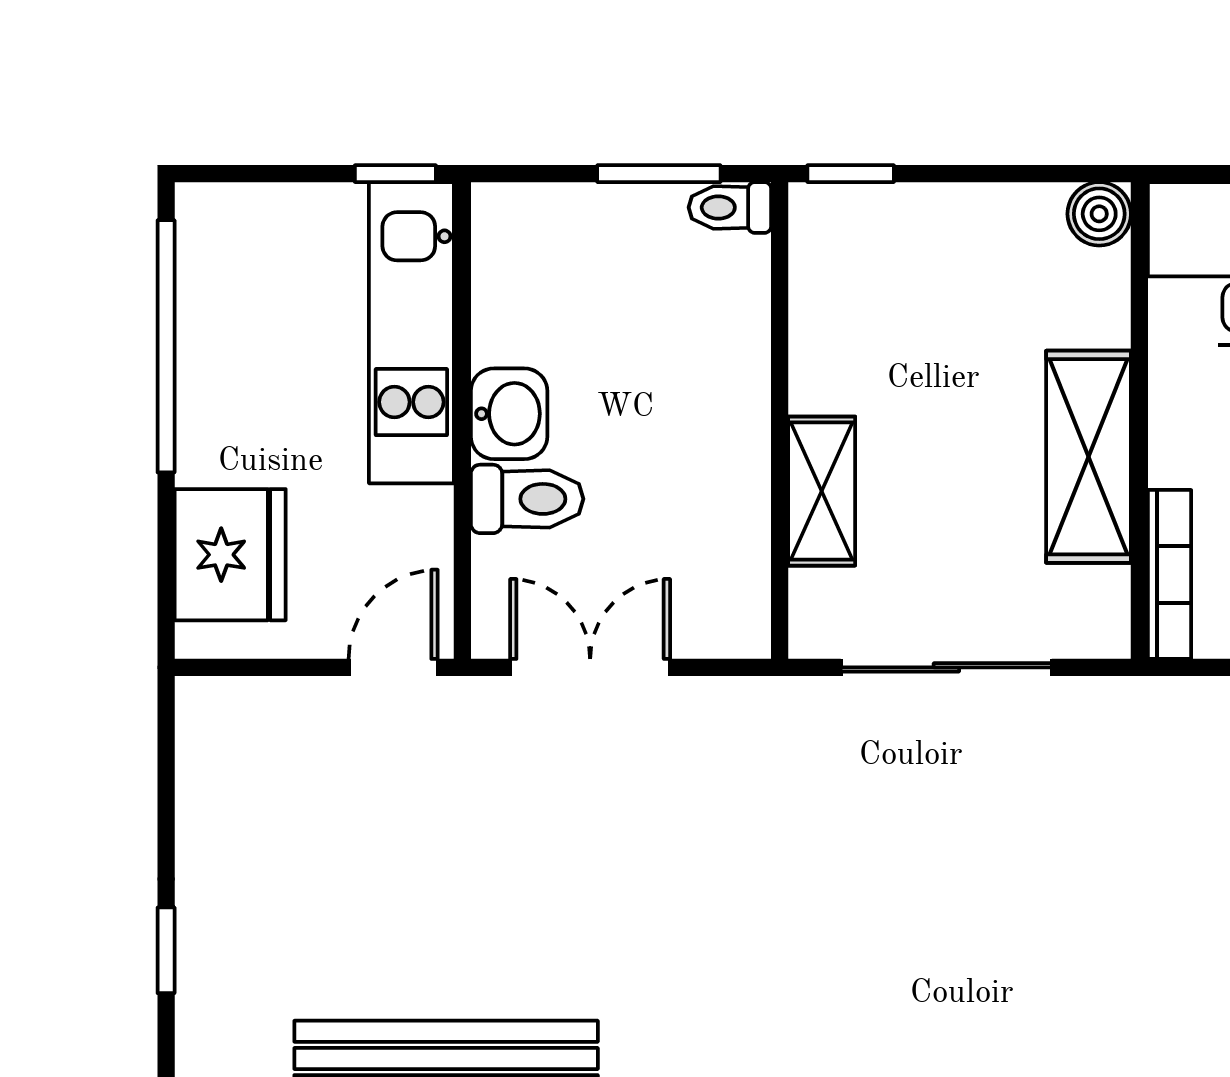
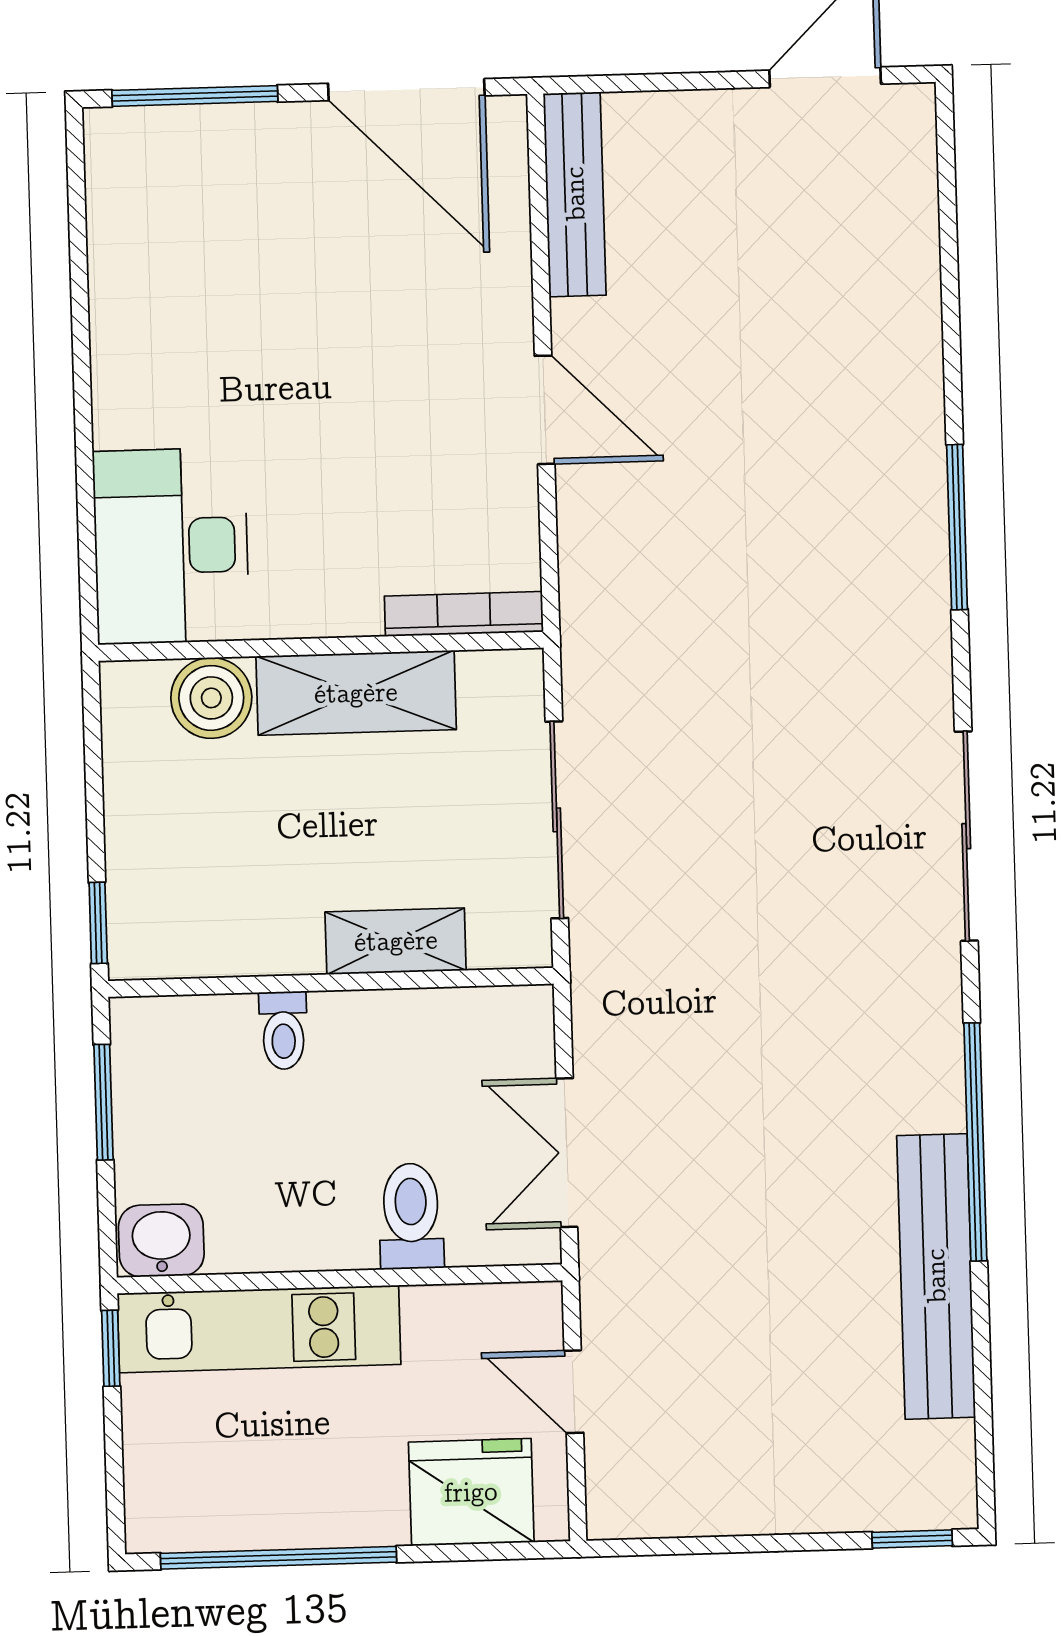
toilet: (730, 207) -> (283, 1030), moved
boiler: (1099, 214) -> (211, 698), moved, width x1.36, depth x1.36
washbasin: (509, 414) -> (161, 1240), moved
door: (393, 667) -> (574, 1392), moved
window: (166, 950) -> (912, 1539), moved

